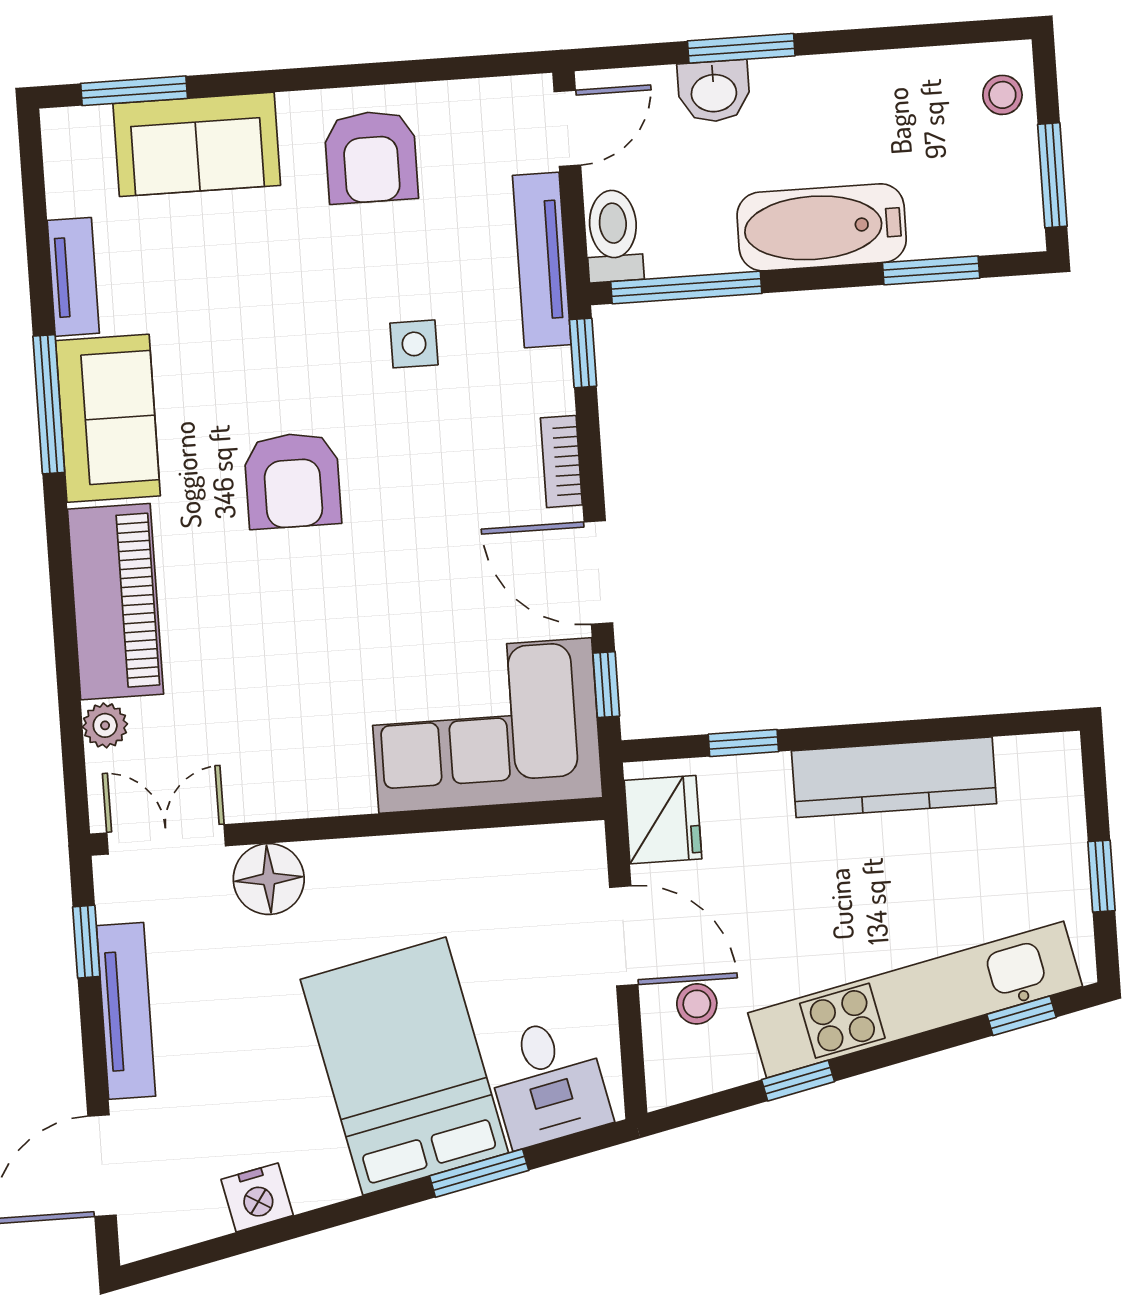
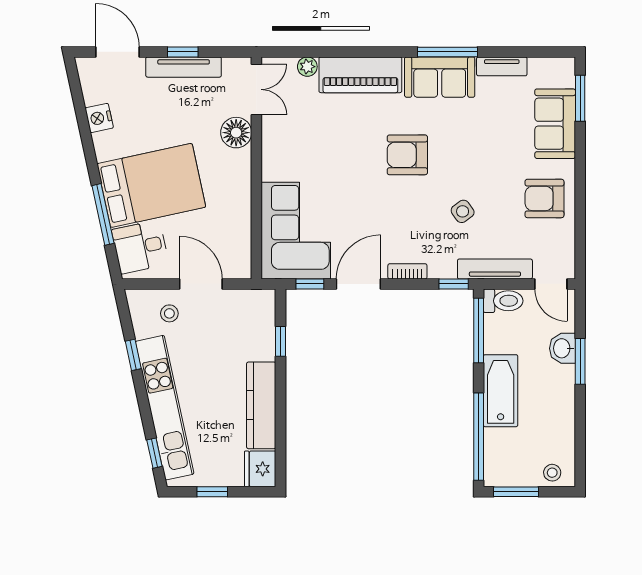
window: (931, 270) -> (479, 437), width x2.11
side table: (414, 344) -> (463, 211), turned -36
fridge: (663, 820) -> (260, 469), moved, turned 90
door: (624, 936) -> (201, 284), swing flipped
window: (86, 942) -> (183, 52), moved
window: (479, 1173) -> (103, 214), width x1.44

